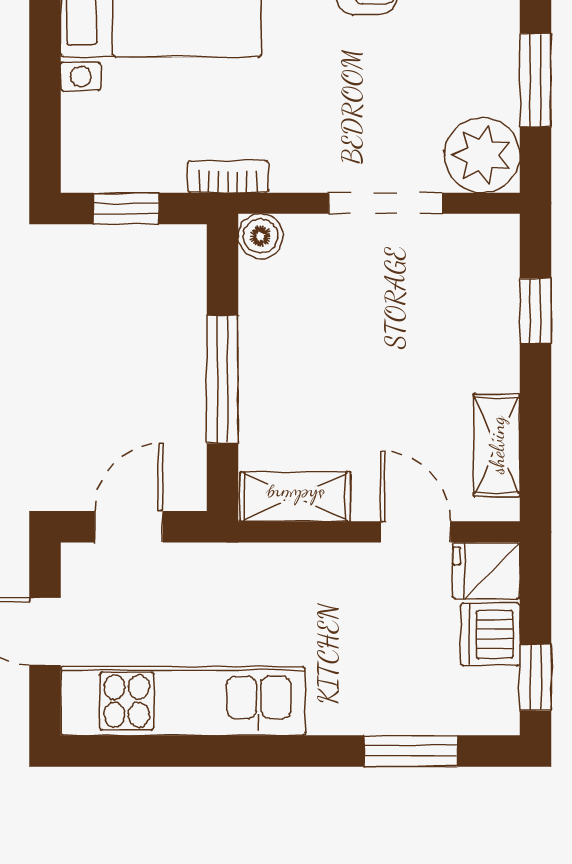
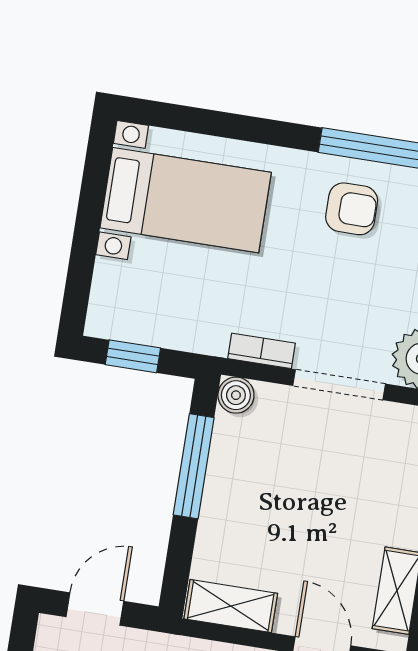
bookcase: (228, 177) -> (262, 351), moved
window: (222, 379) -> (194, 466), moved

